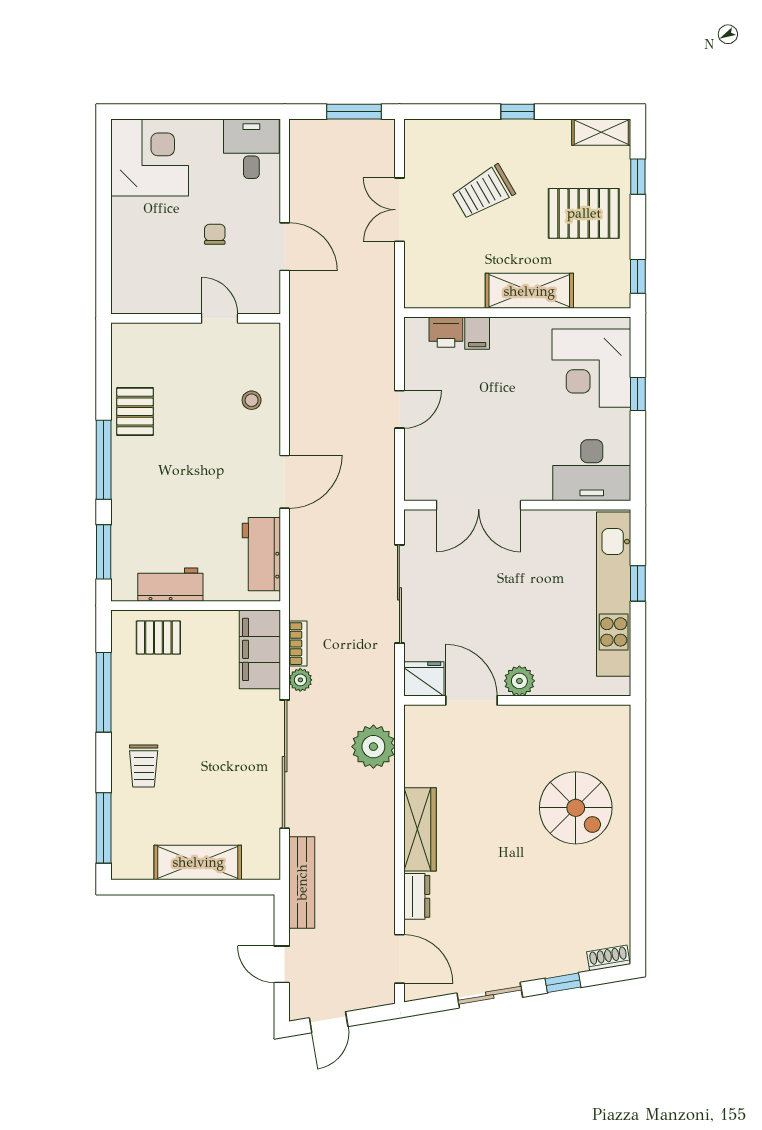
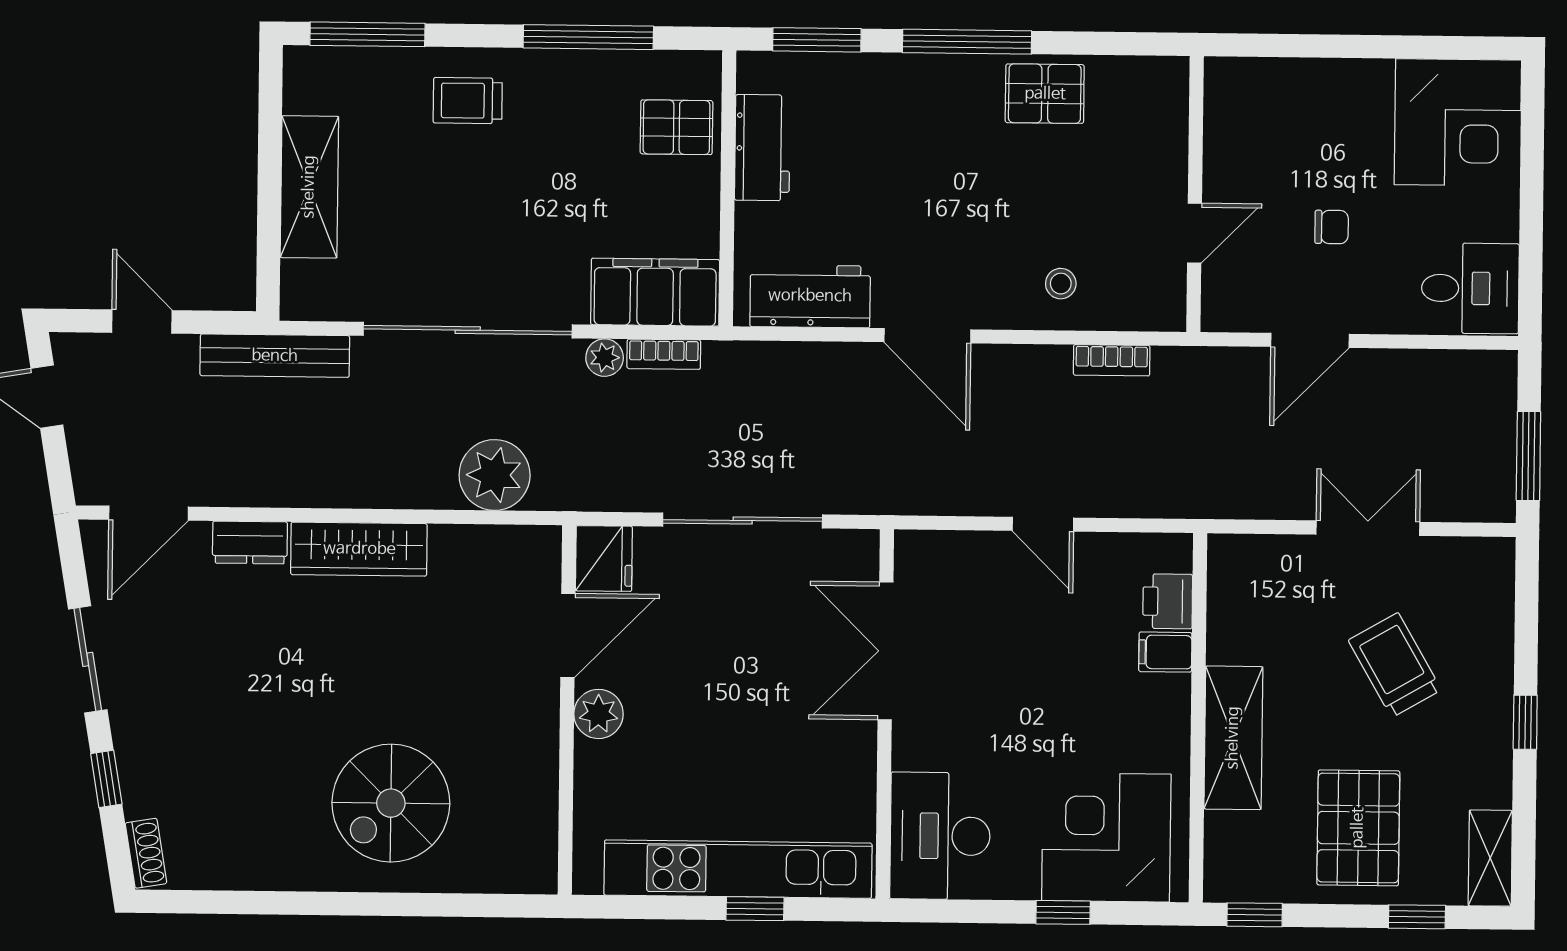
bookcase: (298, 368) -> (1112, 360), added
pallet: (158, 637) -> (676, 127), turned 90
door: (282, 964) -> (142, 321), hinge flipped

